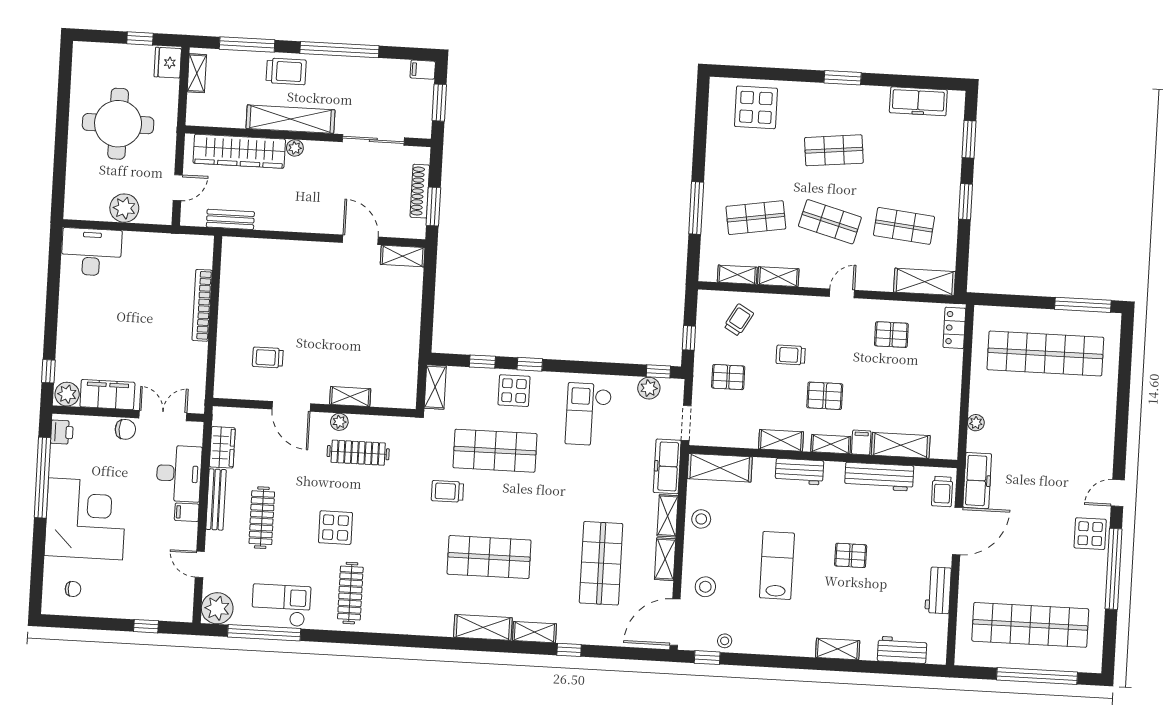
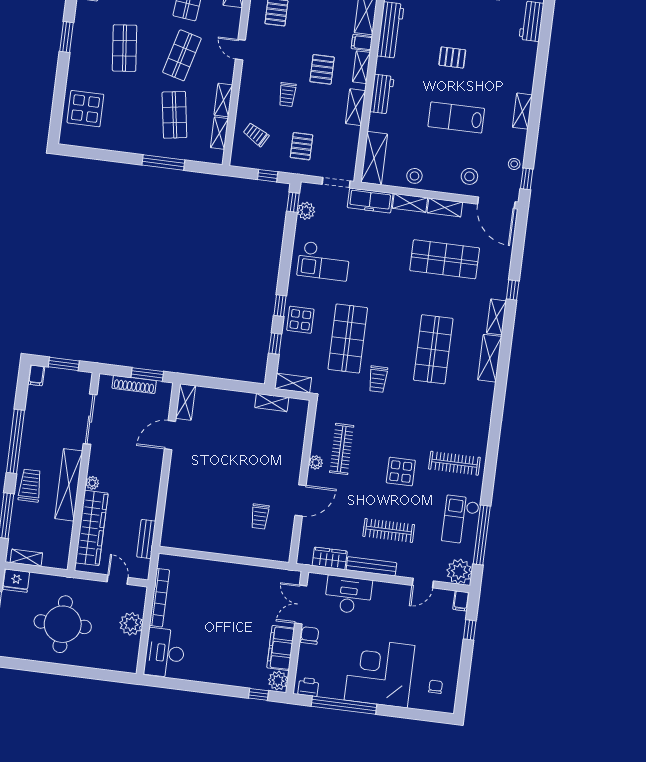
bookcase: (202, 305) -> (159, 598), moved, turned -90
shelving: (350, 397) -> (272, 403), moved, turned 90
filing cabinet: (187, 512) -> (461, 601), moved
pallet: (851, 555) -> (452, 57), turned 90
shelving: (838, 649) -> (522, 111), moved

